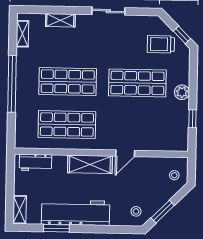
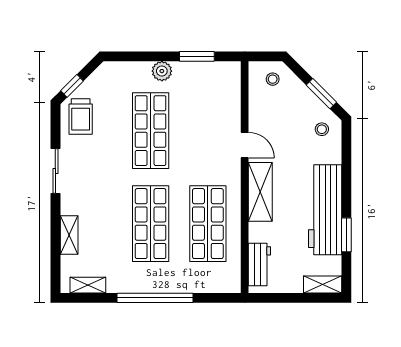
window: (182, 35) -> (72, 86), moved
trolley: (161, 44) -> (81, 117), moved
window: (192, 119) -> (197, 56), width x1.50

